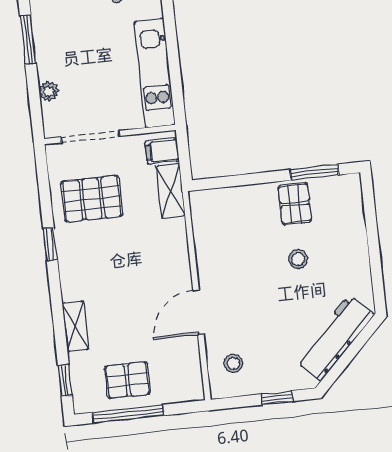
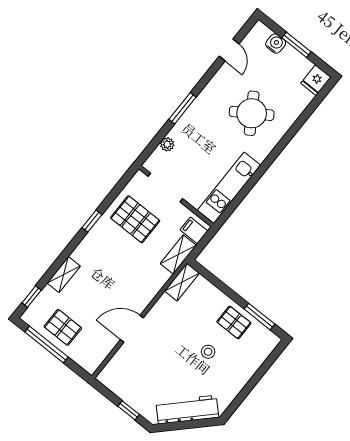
pallet: (295, 204) -> (234, 322), turned 90
shelving: (202, 215) -> (182, 282), added
stool: (233, 363) -> (124, 372), removed

